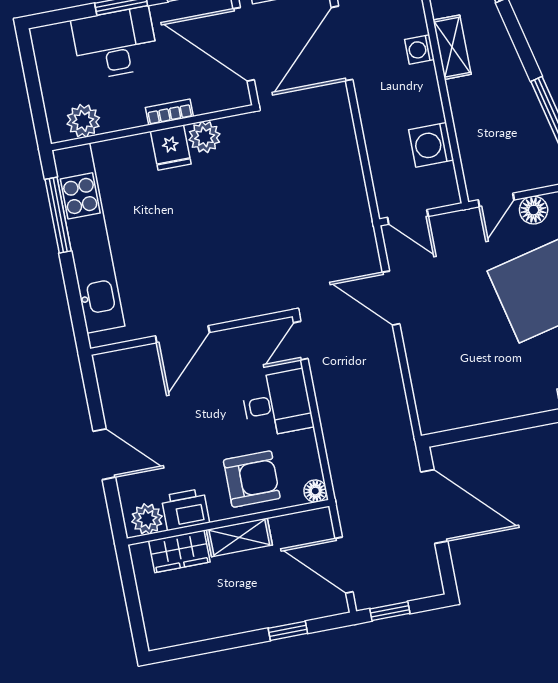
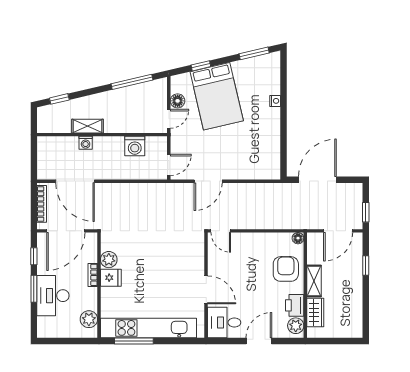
door: (496, 200) -> (169, 119), hinge flipped
desk: (277, 403) -> (224, 322), moved, turned -90

